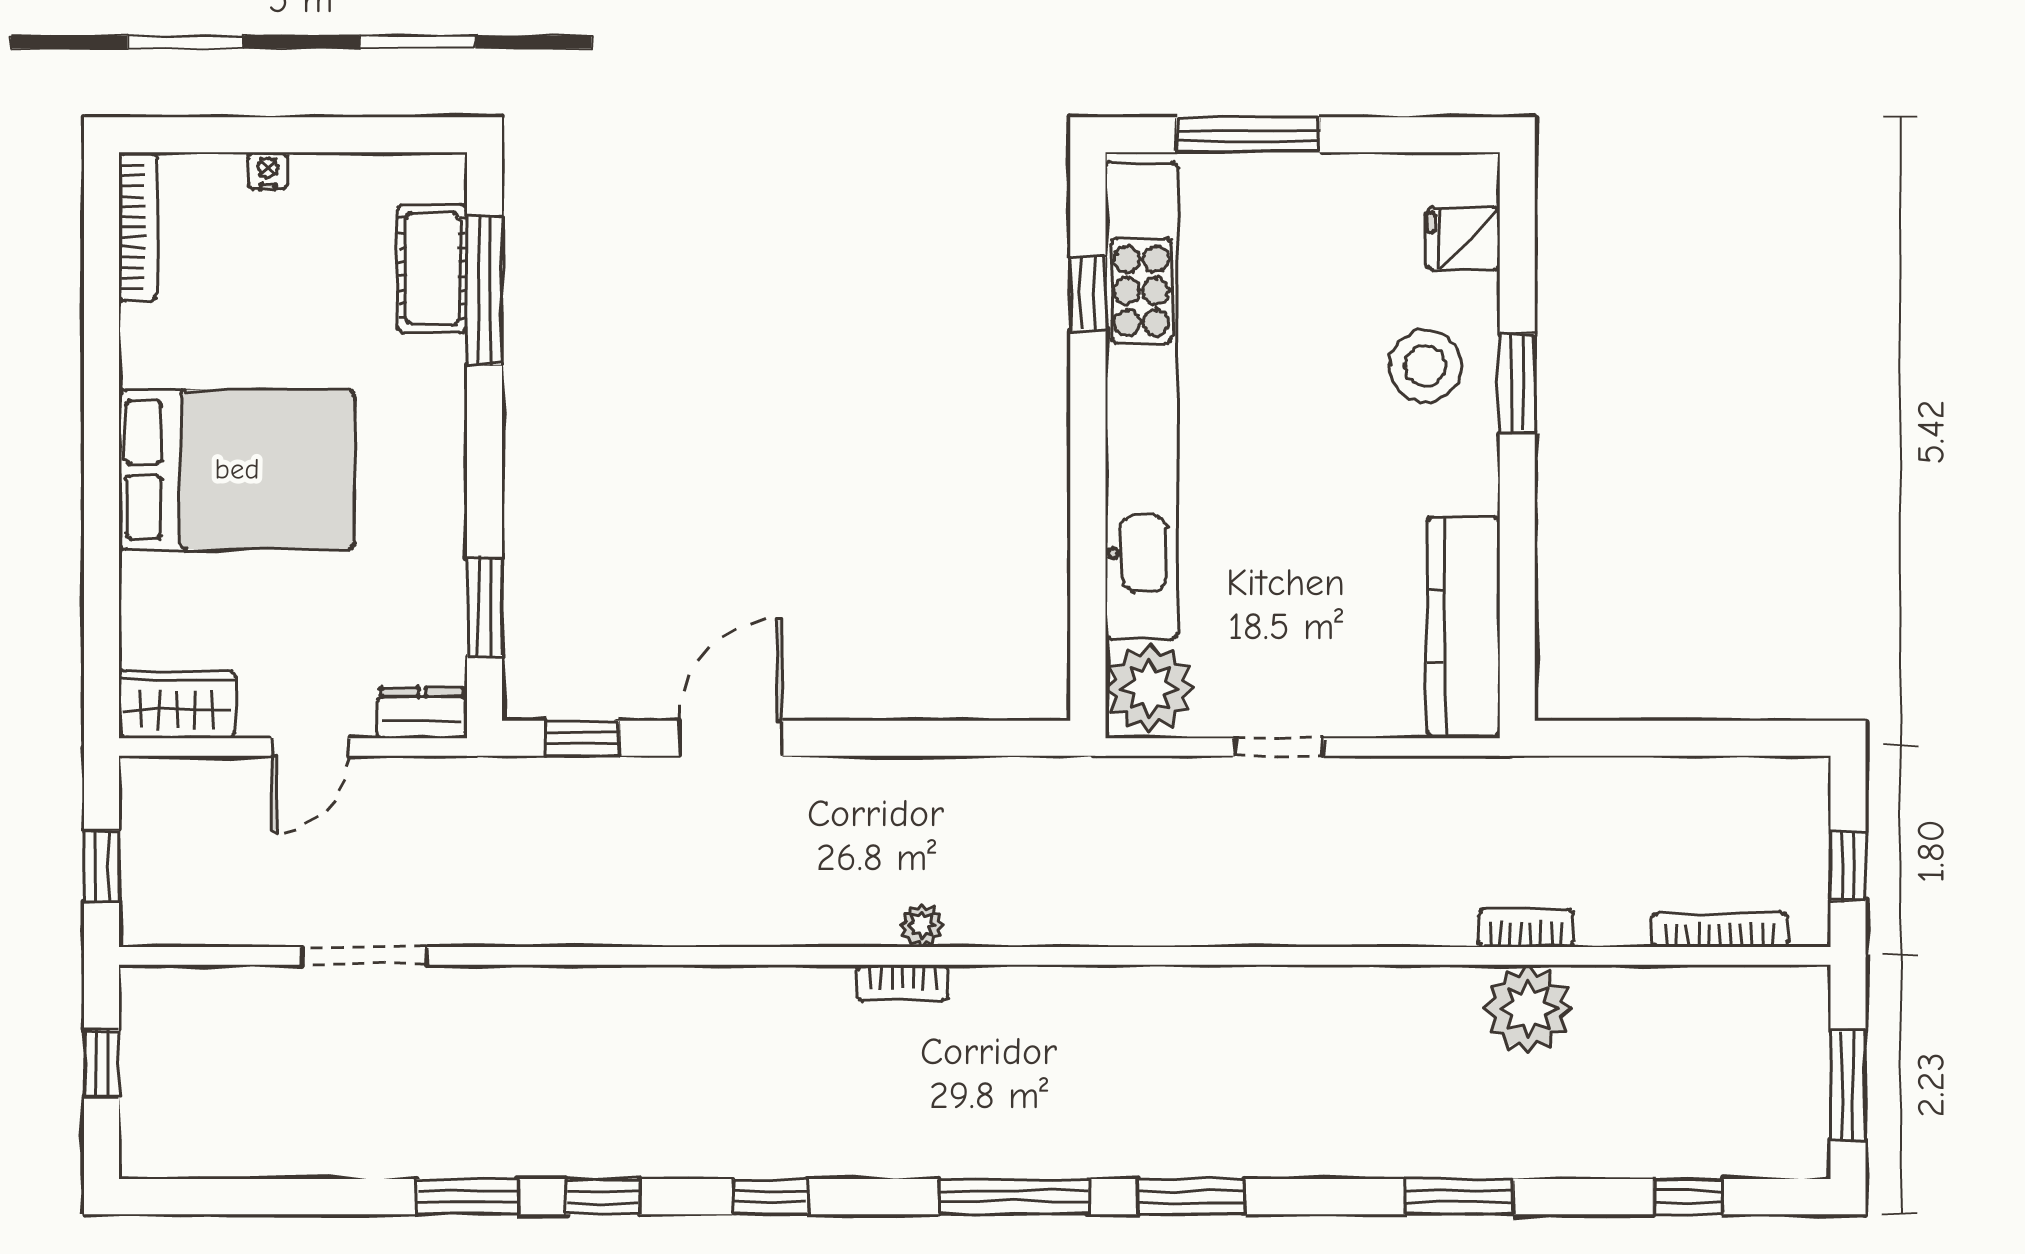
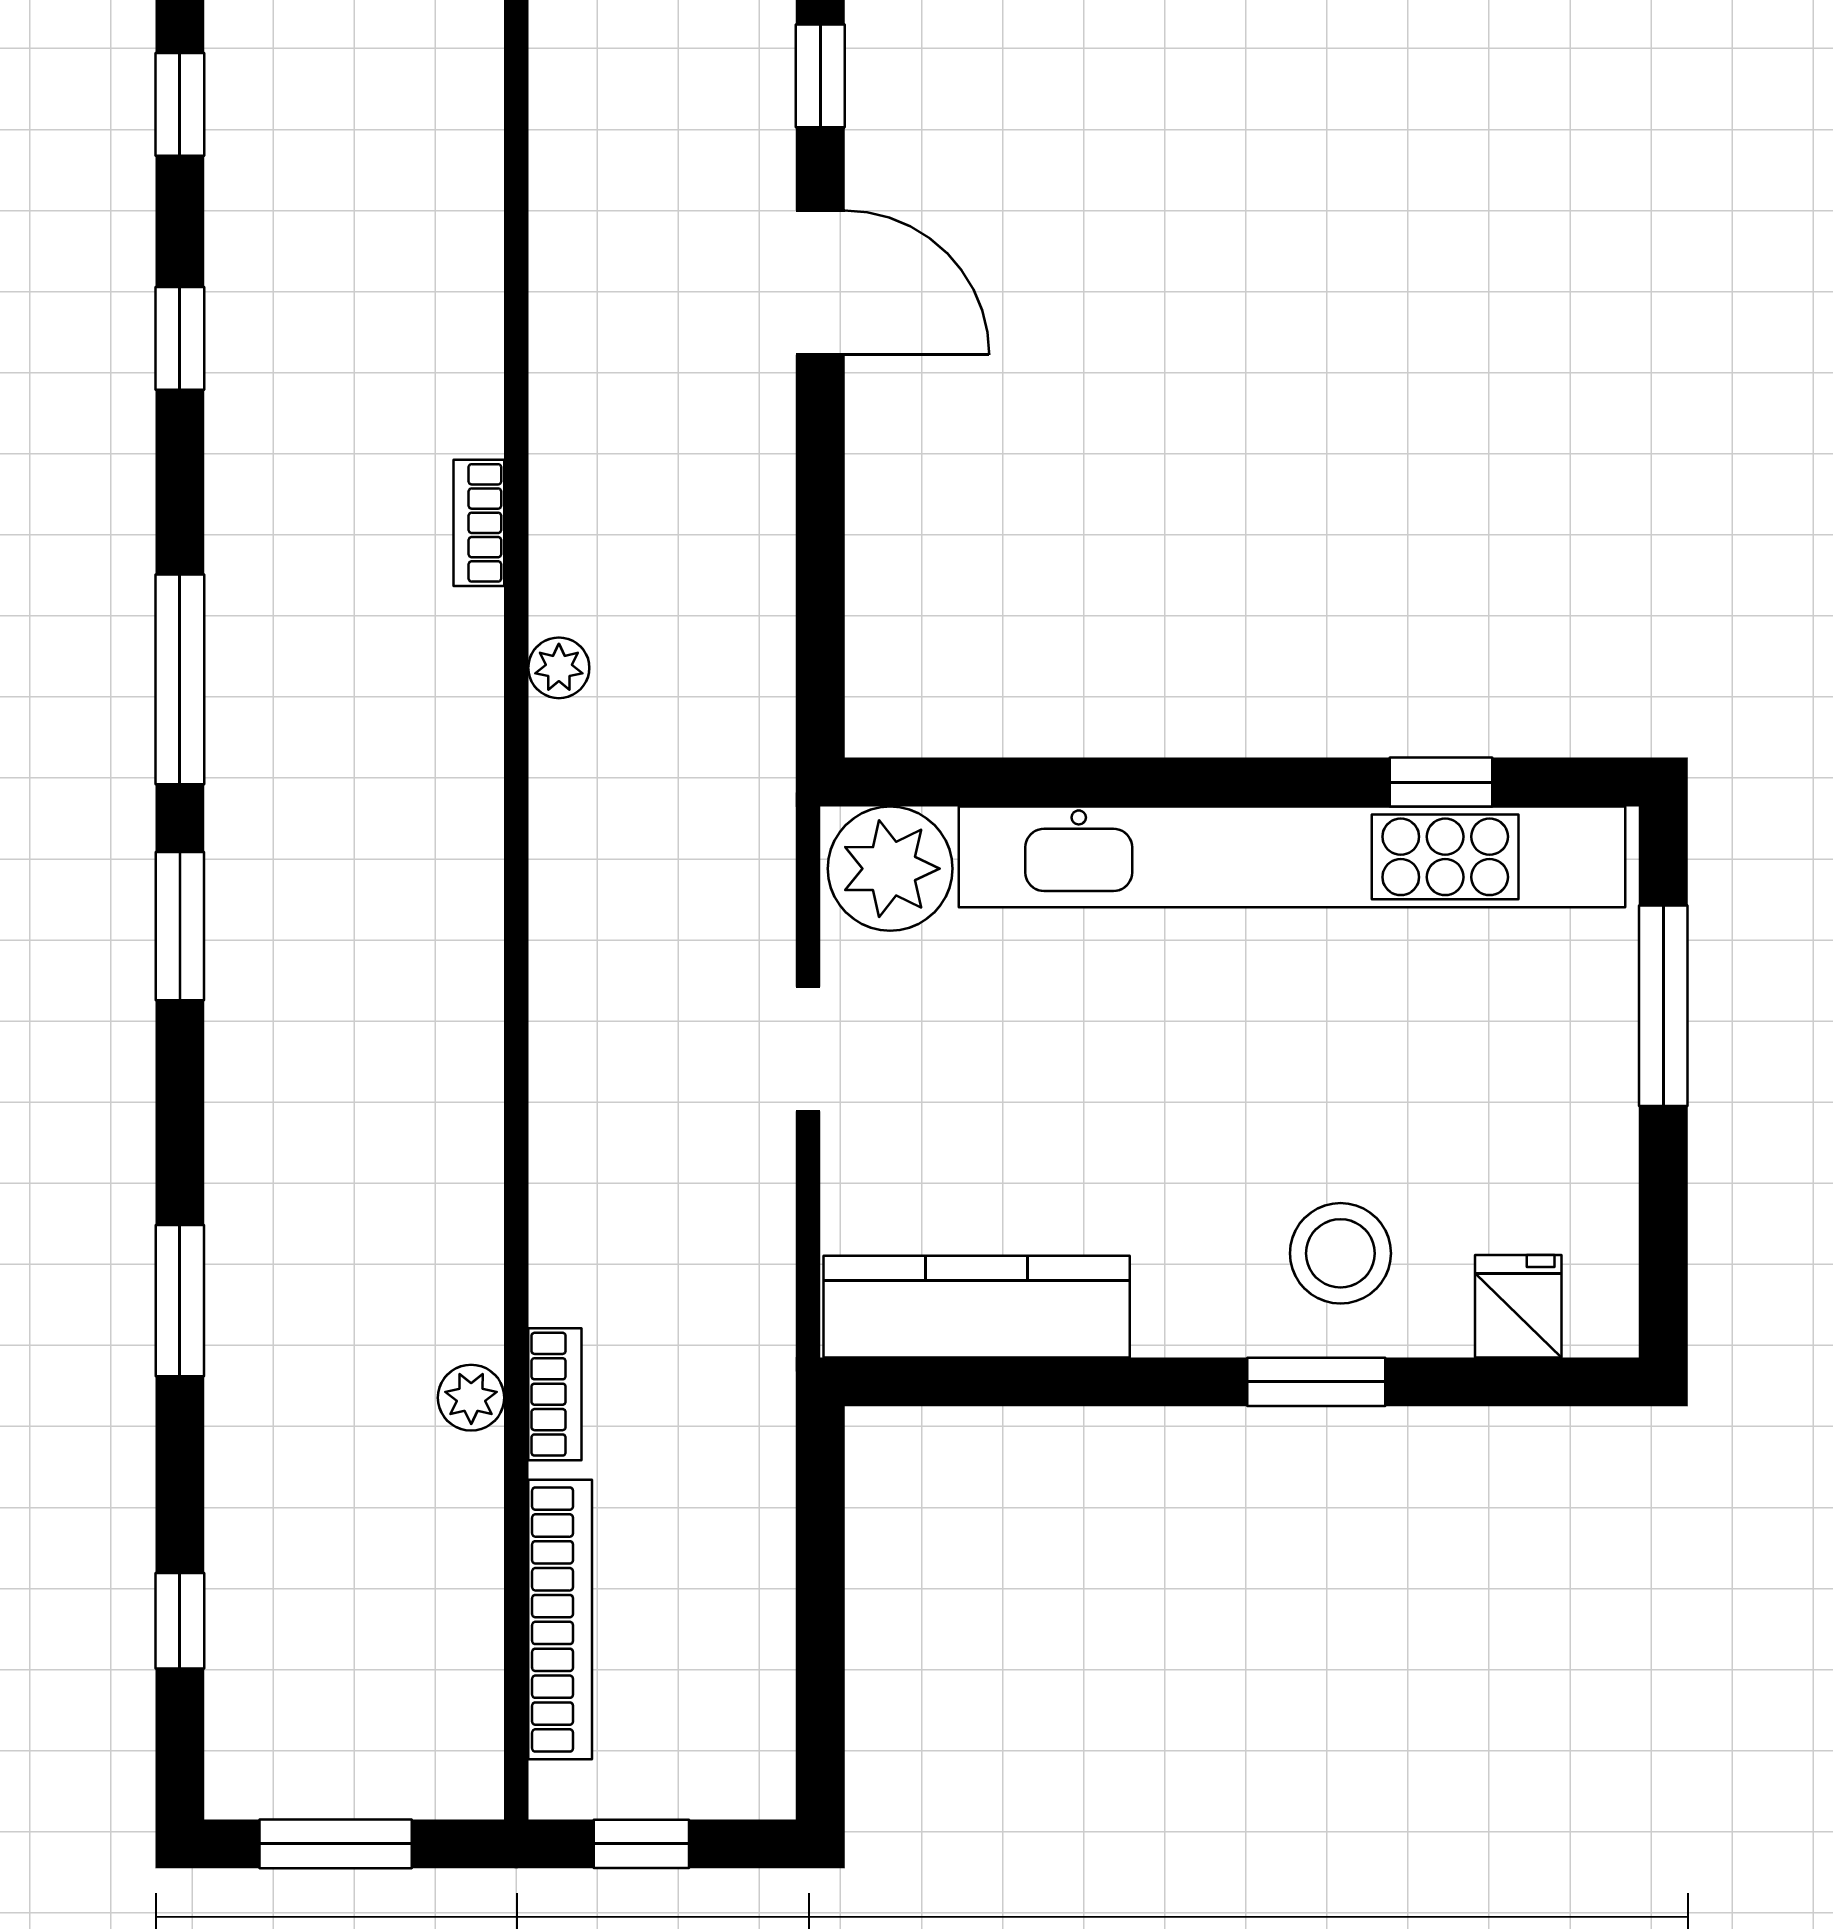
plant: (922, 925) -> (559, 668), moved
bookcase: (1720, 930) -> (560, 1620), width x1.48, depth x1.31
plant: (1529, 1009) -> (471, 1398), width x0.53, depth x0.53

